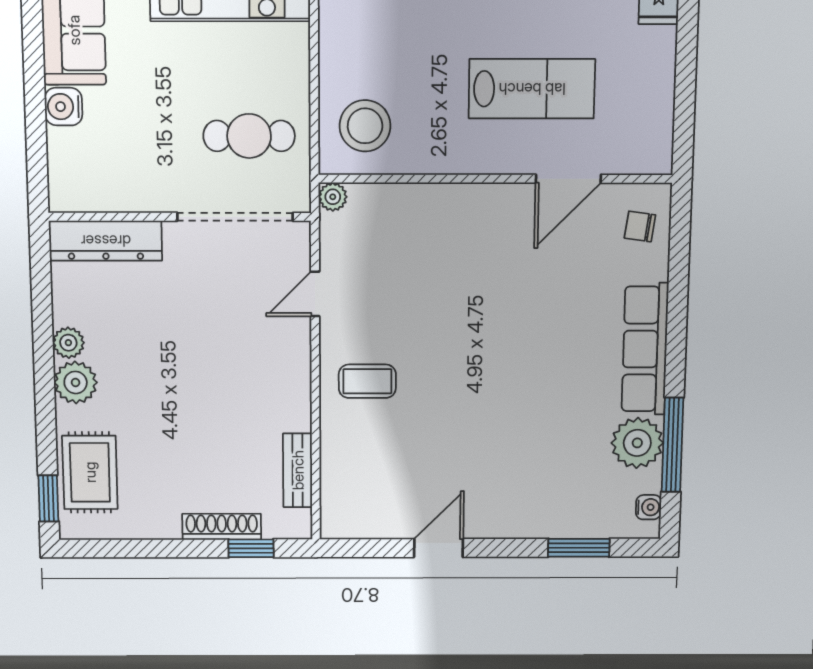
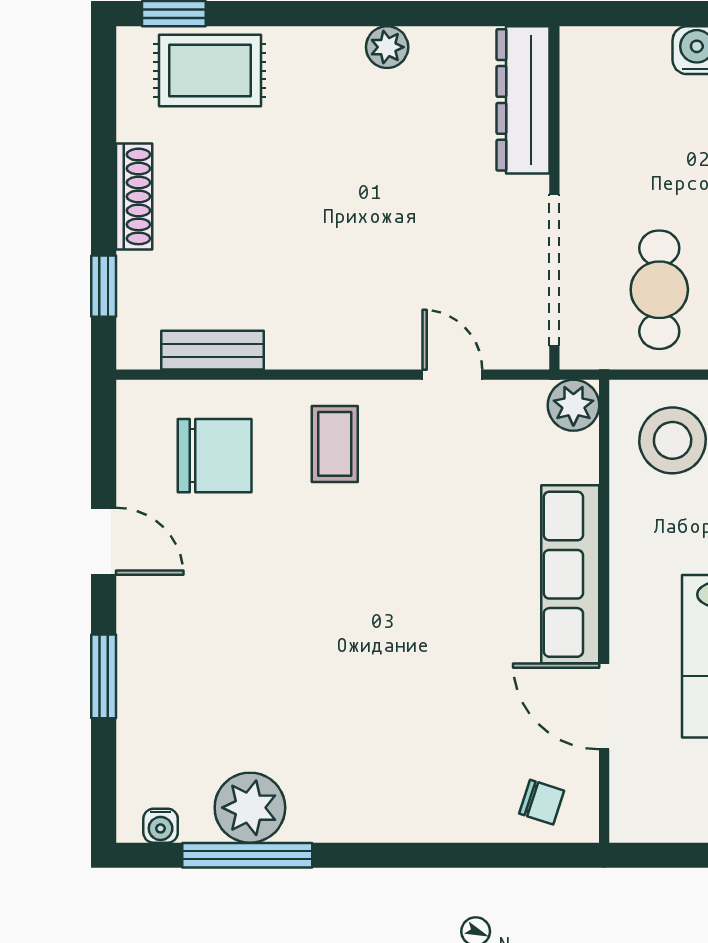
plant: (333, 197) -> (573, 405), width x1.38, depth x1.38
chair: (640, 227) -> (542, 802), turned 100
row of seats: (645, 349) -> (570, 574), moved, turned -90
plant: (76, 382) -> (333, 55), removed
chair: (376, 469) -> (215, 456), added
shoe rack: (222, 527) -> (134, 196), moved
window: (579, 548) -> (104, 676), moved

